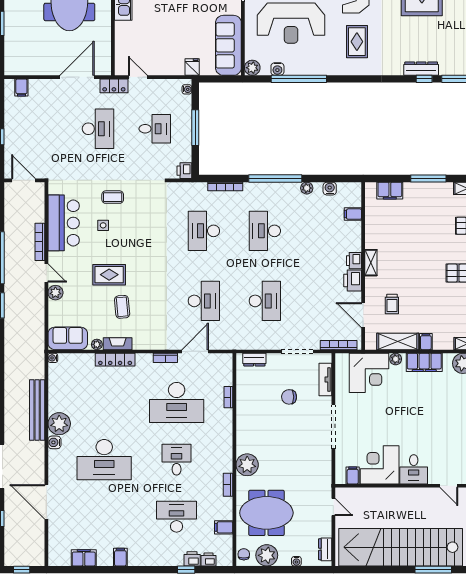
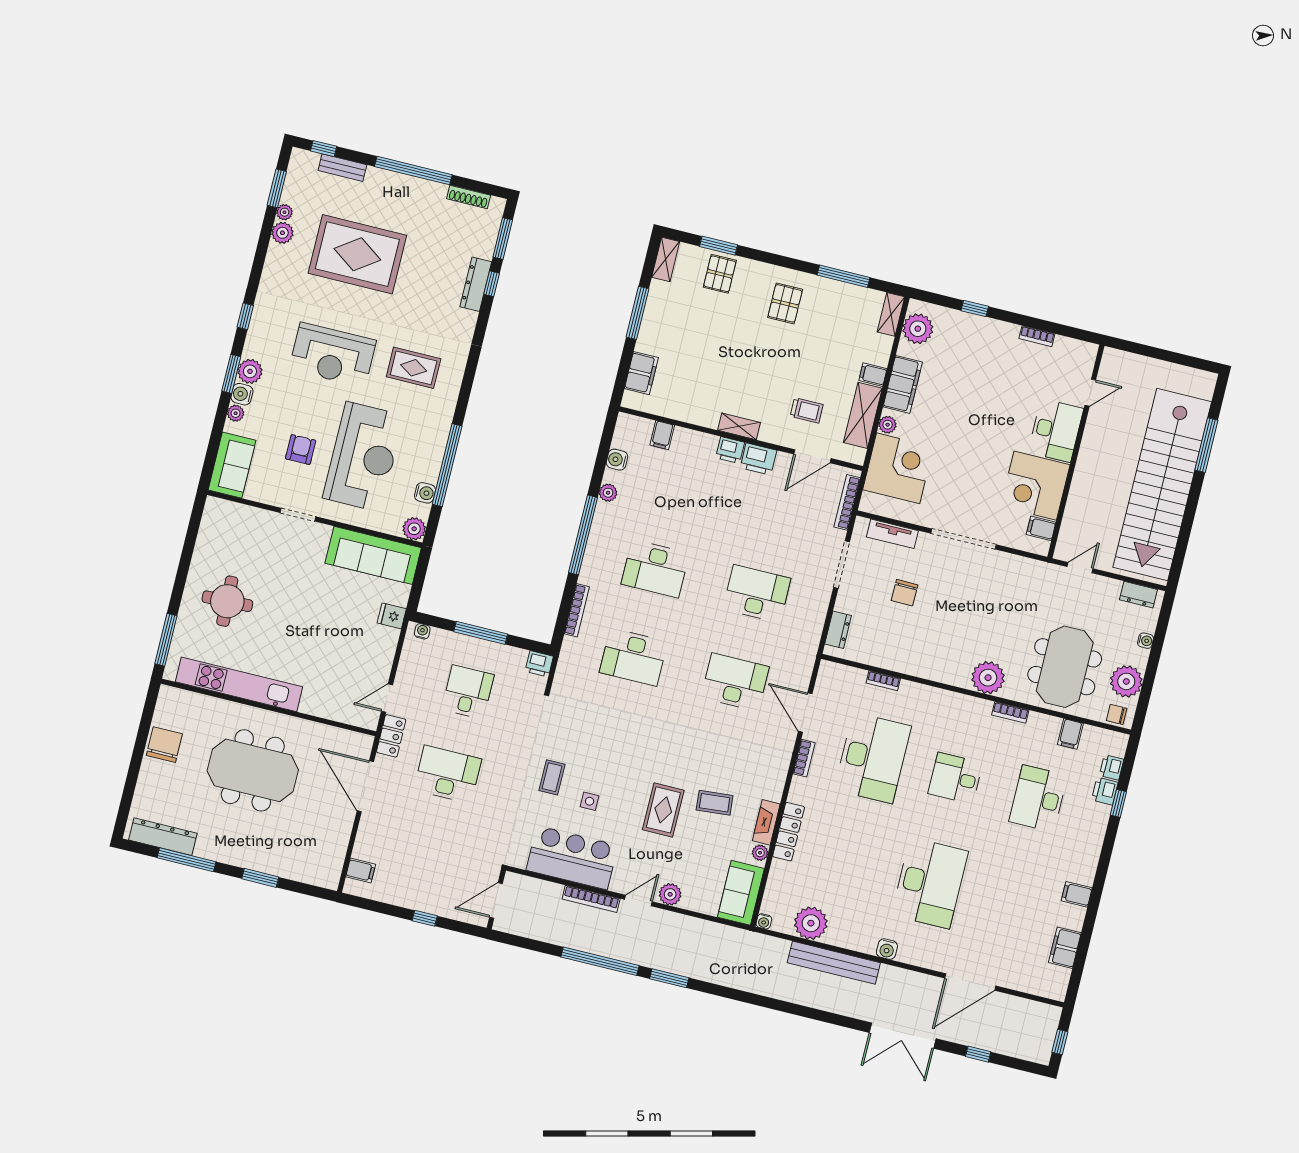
plant: (59, 424) -> (811, 923), moved
desk: (414, 469) -> (1056, 430), width x1.37

